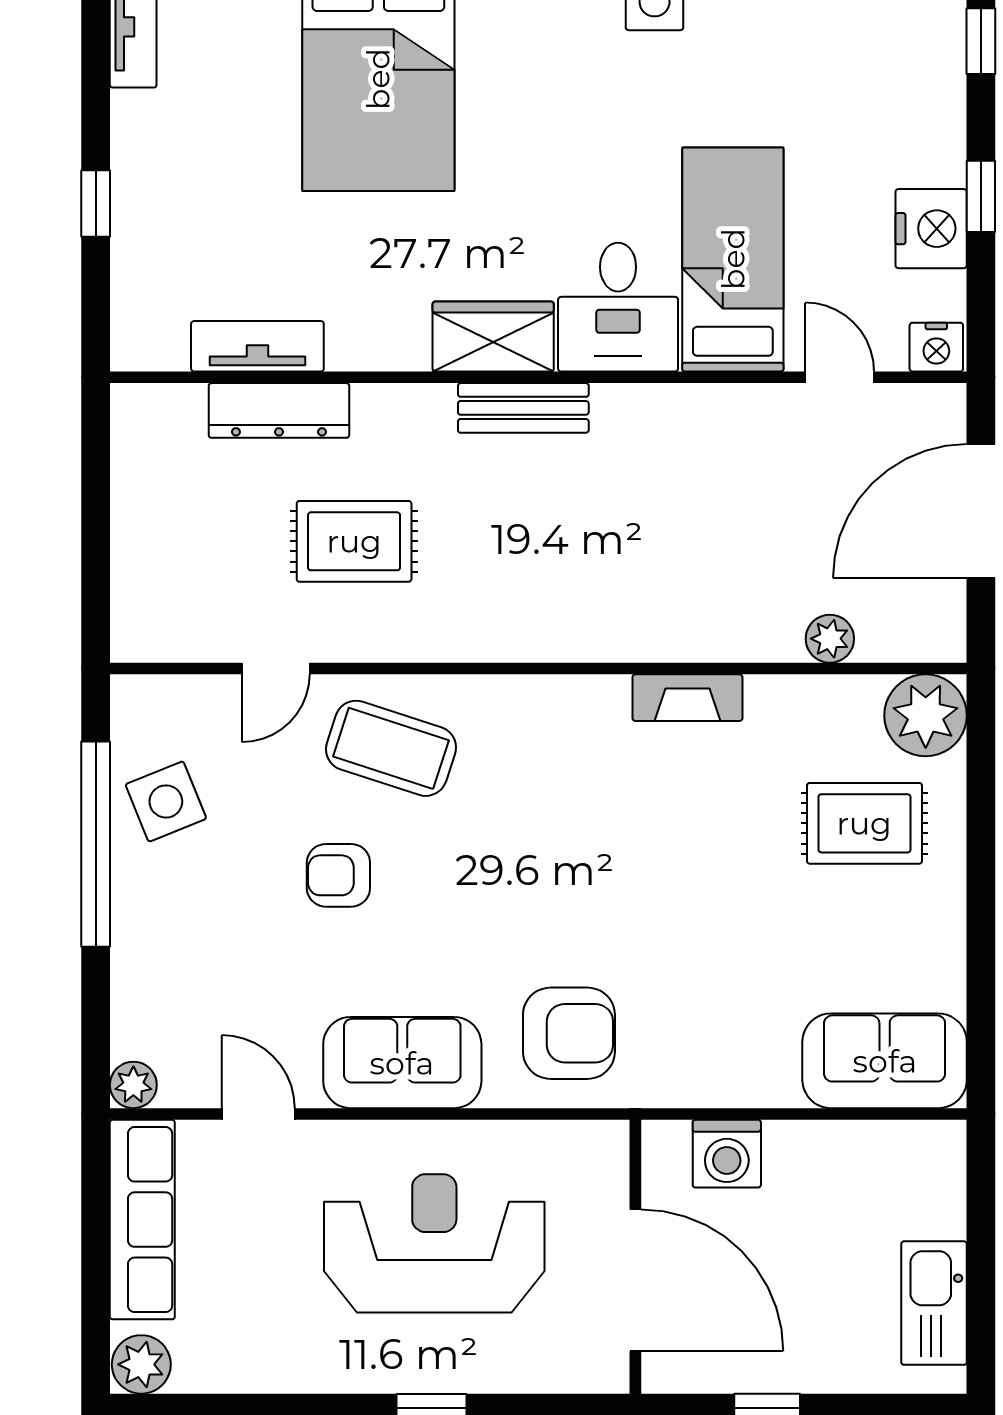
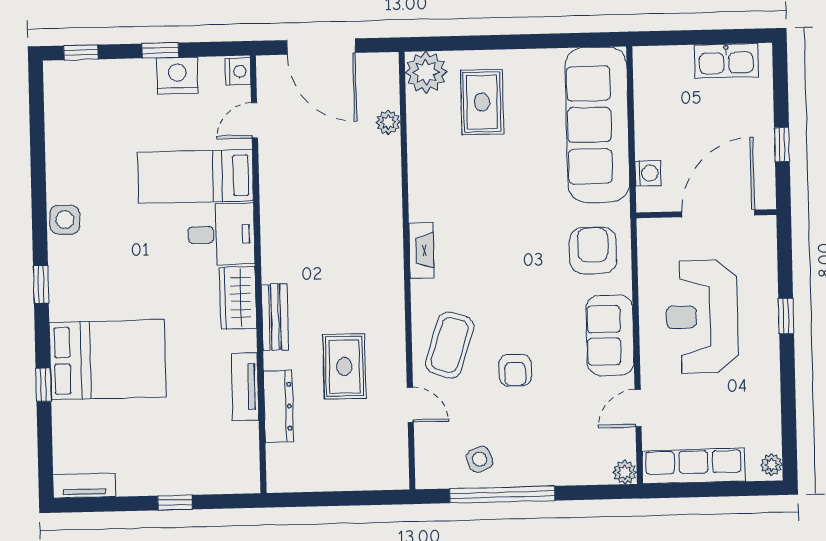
tv unit: (257, 346) -> (245, 387), moved
bench: (523, 408) -> (275, 317), moved
fireplace: (687, 698) -> (421, 251), moved
side table: (166, 801) -> (480, 459), width x0.73, depth x0.73
sofa: (885, 1061) -> (597, 125), width x1.85, depth x1.27
washing machine: (727, 1154) -> (648, 173), width x0.73, depth x0.73
plant: (141, 1364) -> (772, 465), width x0.73, depth x0.73

